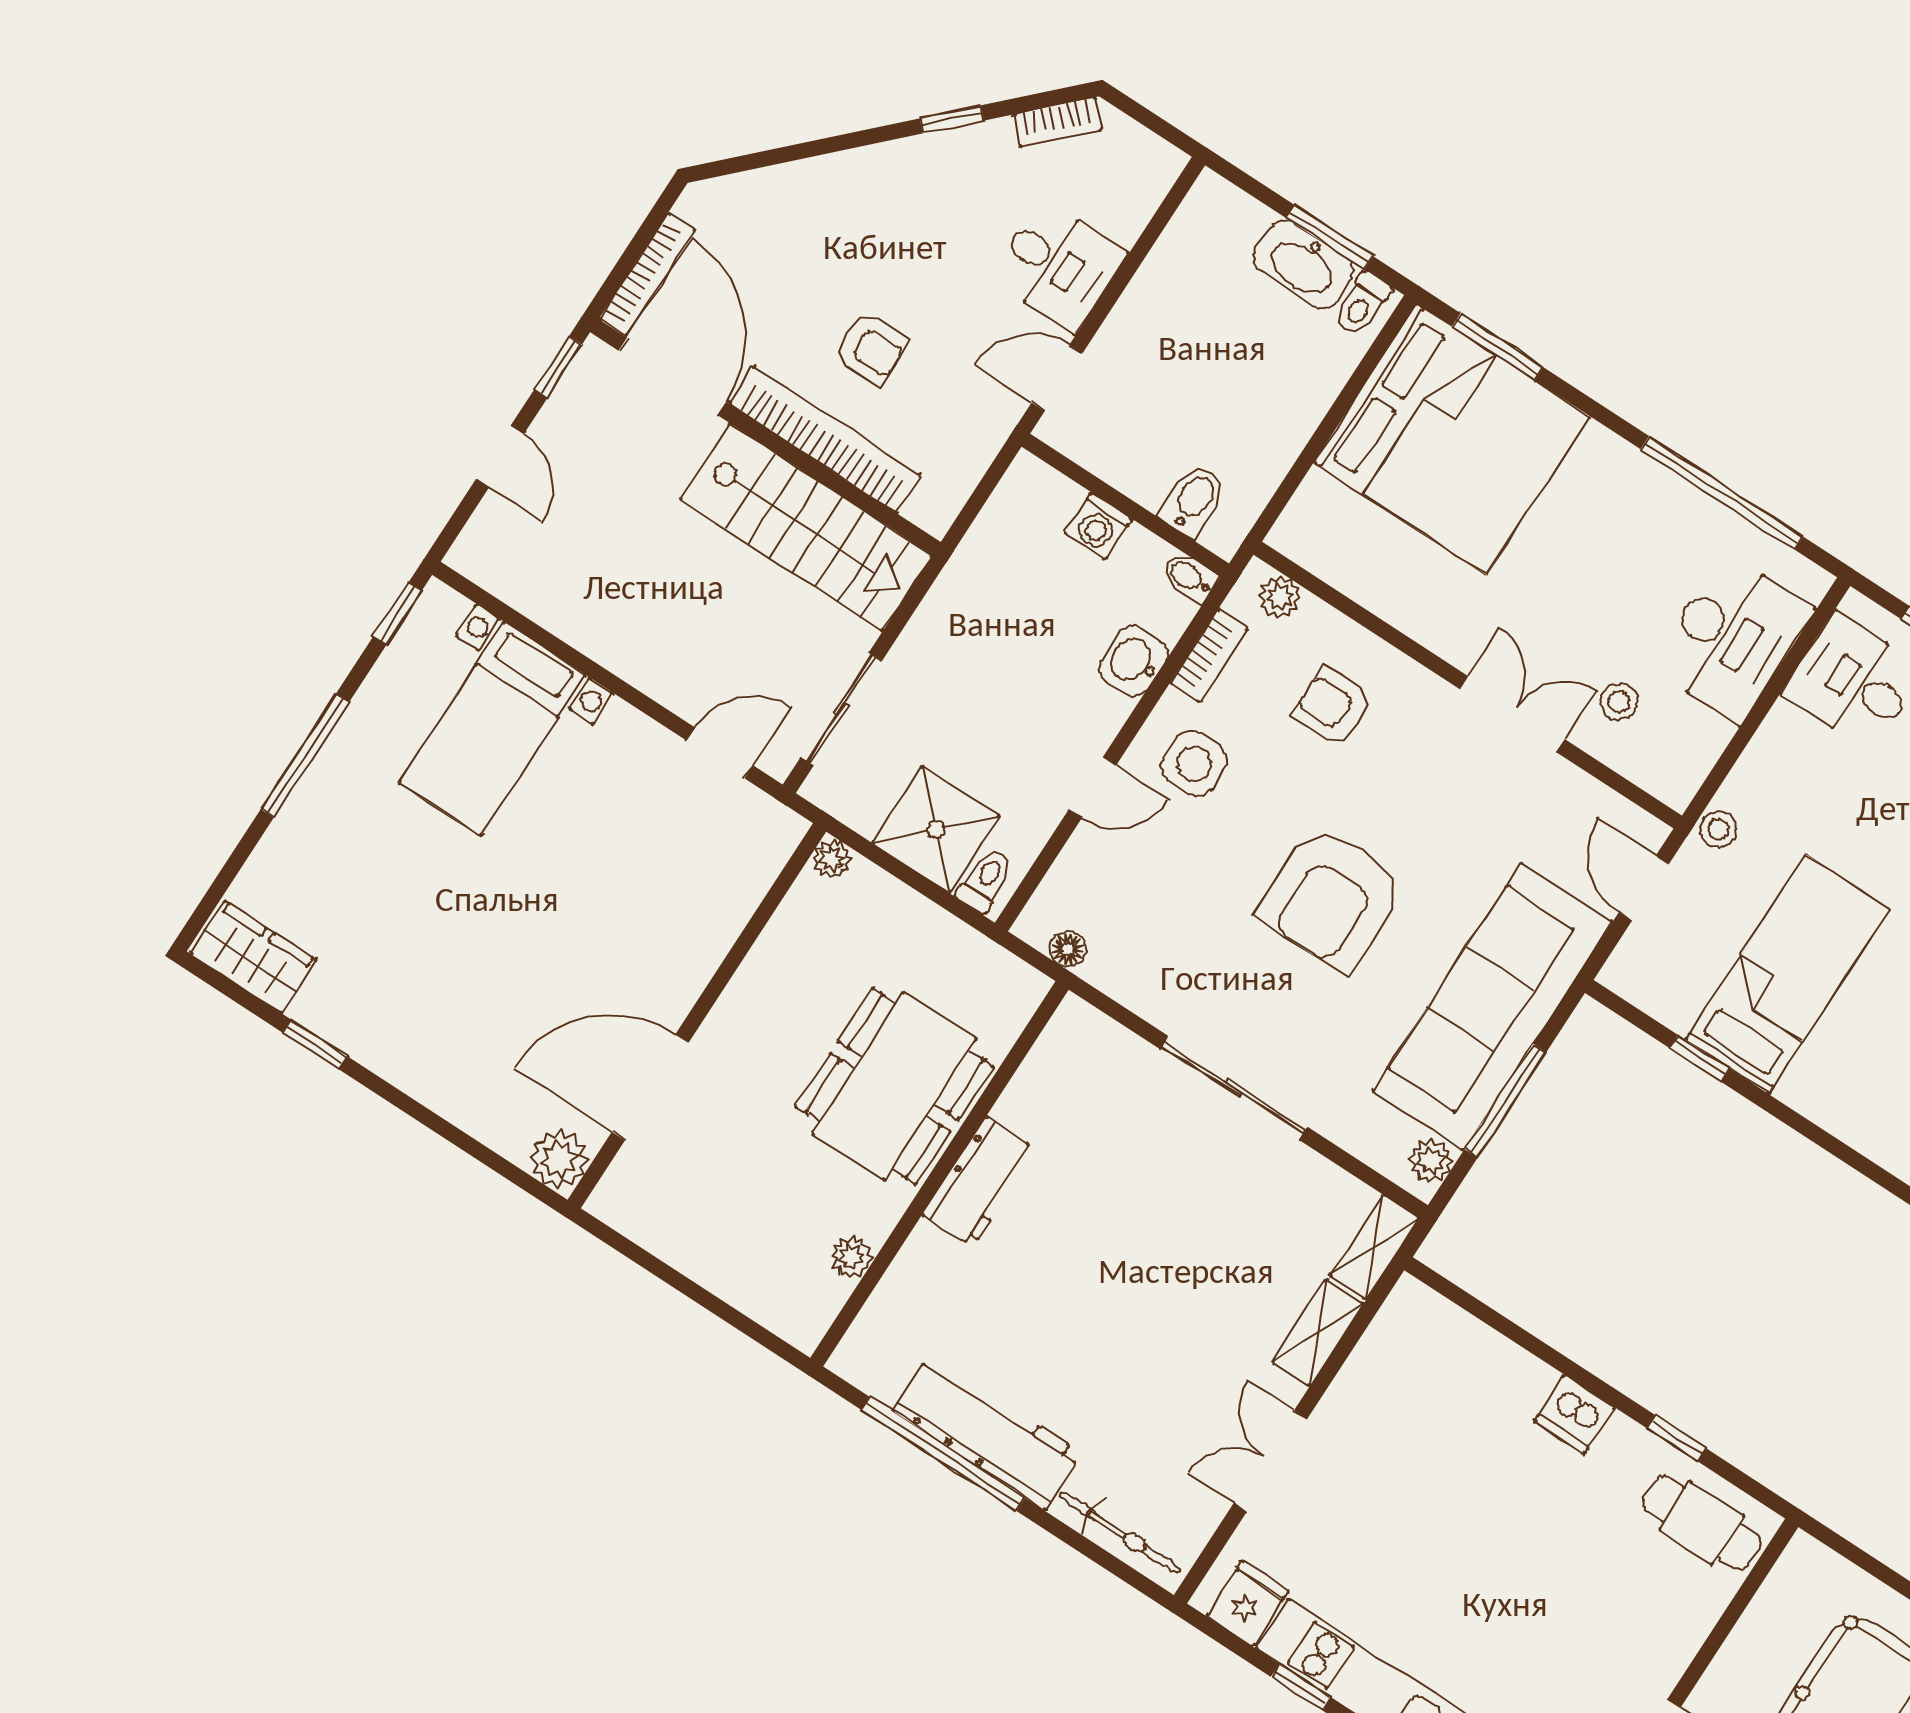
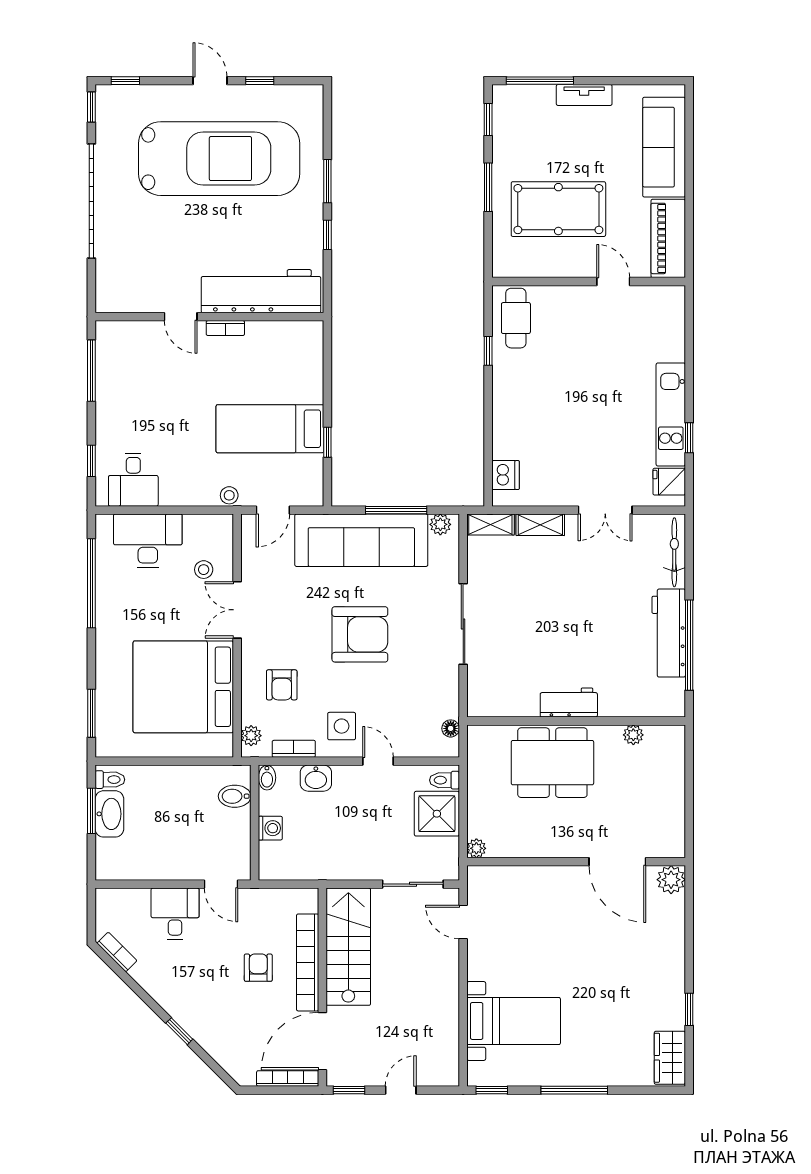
window: (952, 119) -> (179, 1031), moved
bed: (1452, 439) -> (183, 687), moved, turned -90
dishwasher: (1574, 1414) -> (506, 475), moved

